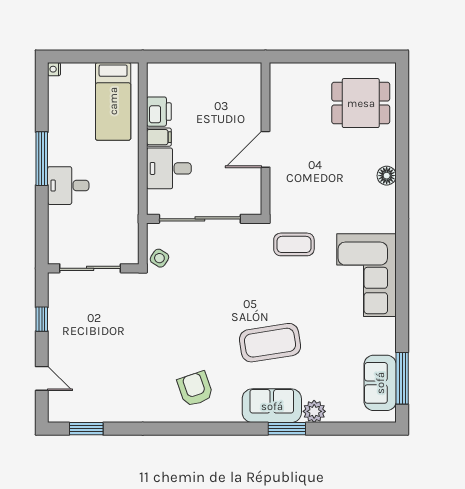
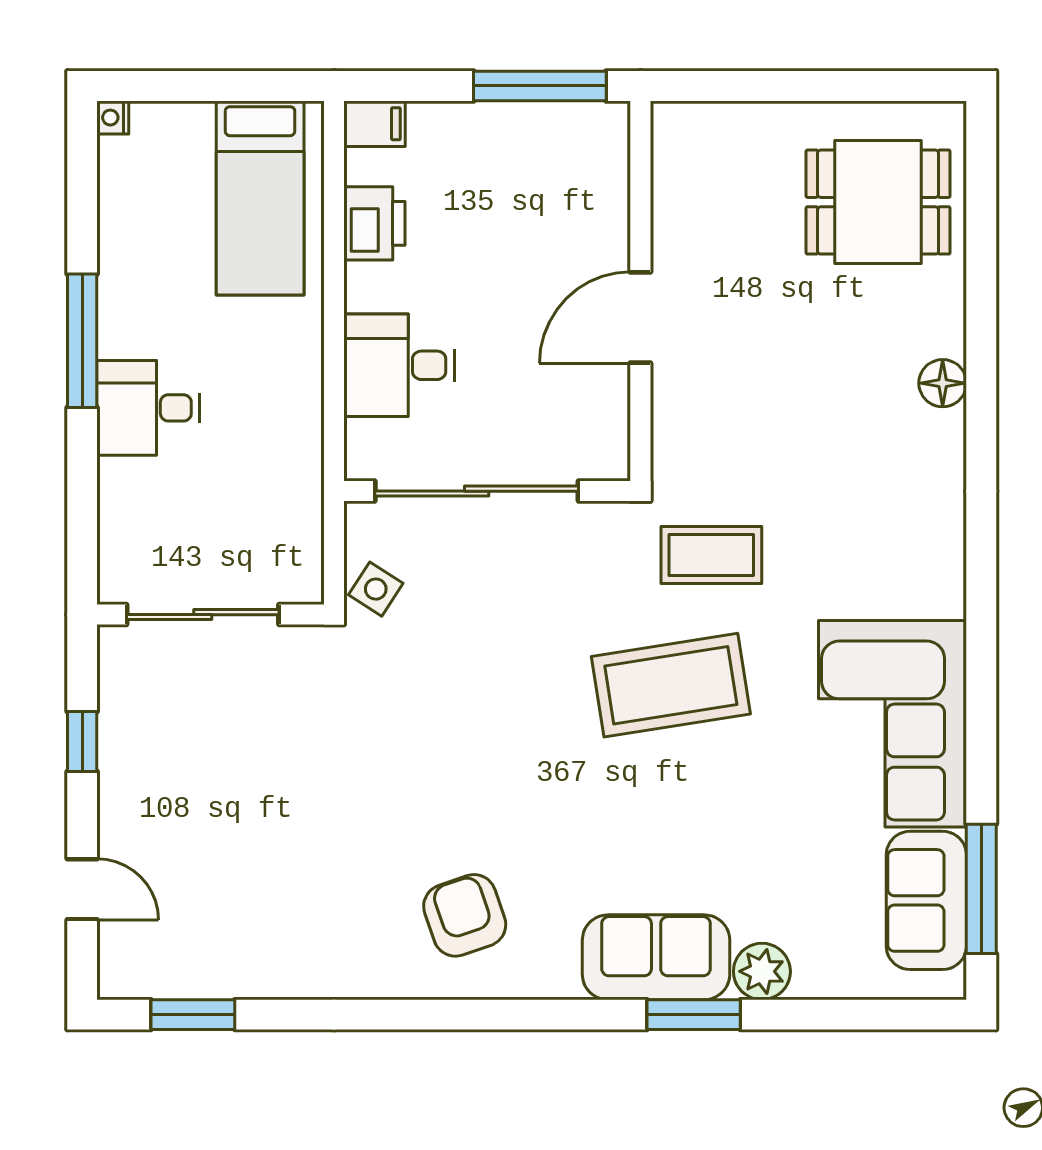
window: (225, 57) -> (540, 86), added
filing cabinet: (159, 137) -> (375, 124), moved
corner sofa: (367, 275) -> (893, 724), moved
coffee table: (270, 343) -> (671, 685), moved

